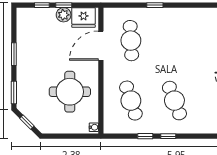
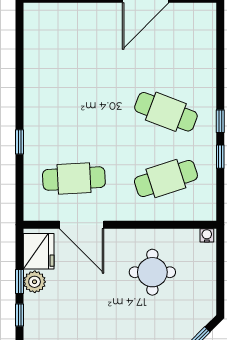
round table: (70, 92) -> (152, 272), width x0.73, depth x0.73
cafe table: (174, 101) -> (166, 112), turned 42

